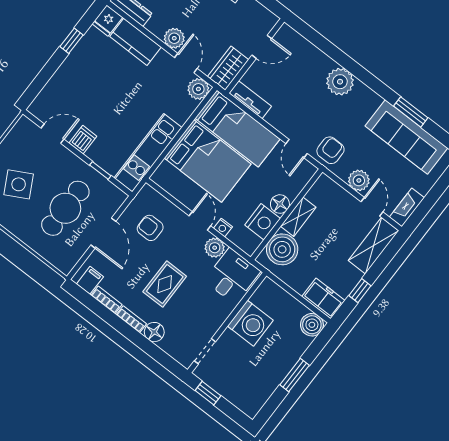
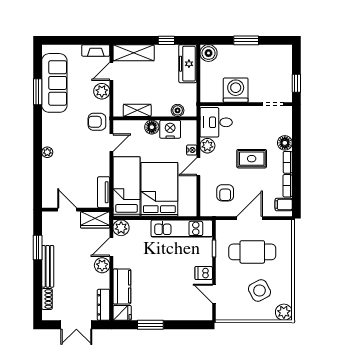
window: (72, 41) -> (150, 325), width x1.50
plant: (340, 82) -> (47, 152), width x0.53, depth x0.53
shelving: (298, 217) -> (137, 110), moved
boiler: (282, 249) -> (178, 110), width x0.54, depth x0.54
freezer: (323, 299) -> (188, 64), width x1.40

